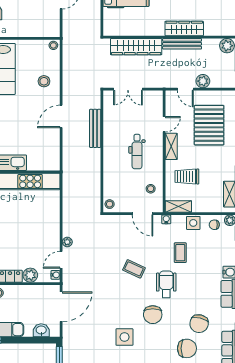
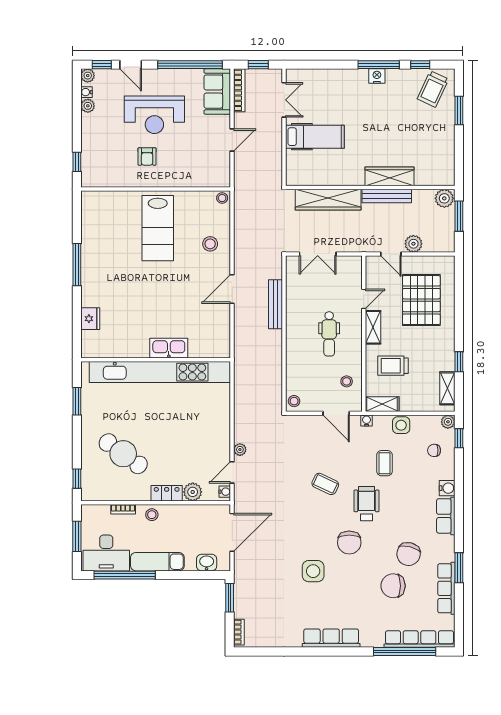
chair: (214, 225) -> (434, 450), moved
chair: (187, 348) -> (393, 586), turned 180

